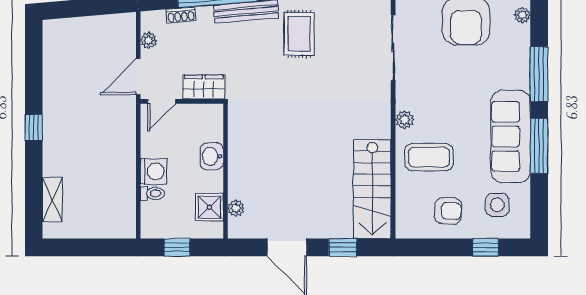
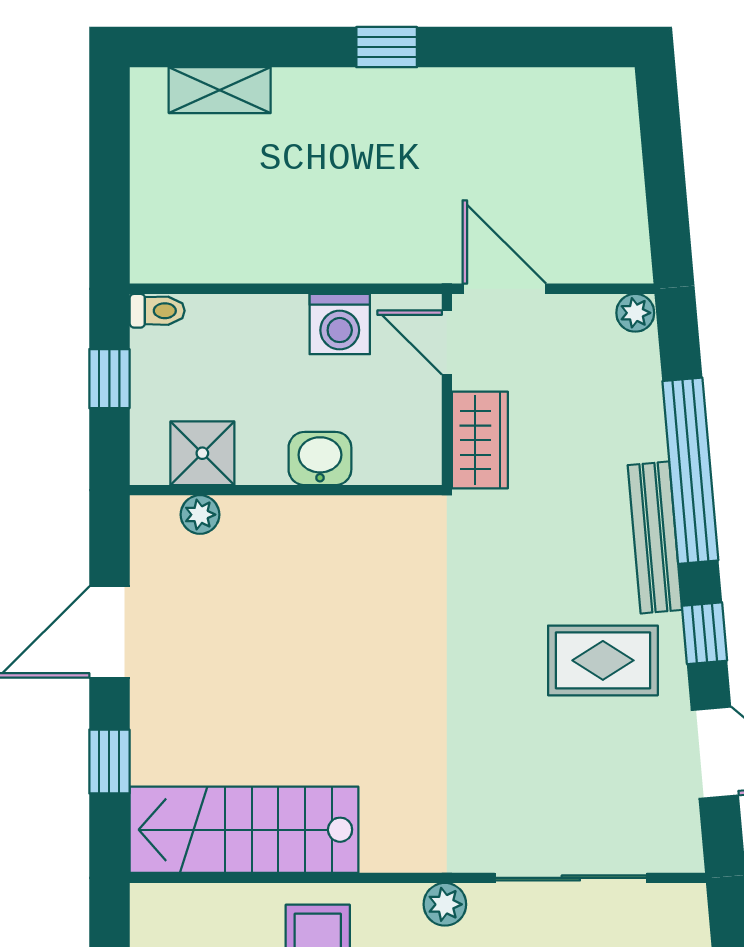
shoe rack: (181, 15) -> (646, 387), removed
plant: (149, 40) -> (635, 313), moved
plant: (405, 120) -> (445, 904), moved
washing machine: (154, 171) -> (340, 324), moved
toilet: (152, 193) -> (157, 311), moved, turned -90

